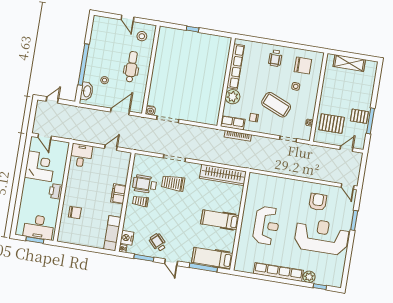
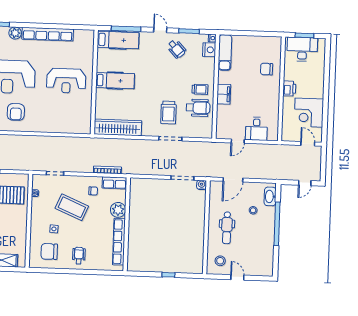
desk: (81, 155) -> (256, 129), moved
trolley: (173, 183) -> (168, 112), turned 90
reception desk: (266, 226) -> (66, 81), turned -90

